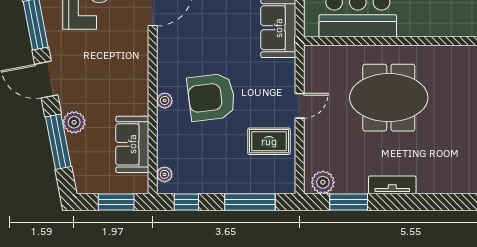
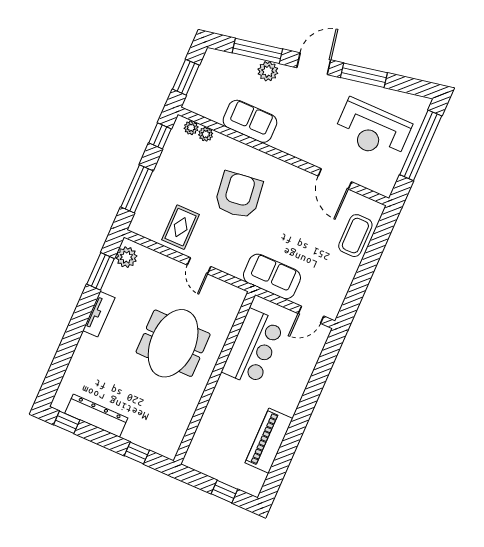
plant: (165, 101) -> (206, 134), moved
sofa: (132, 144) -> (250, 121), moved

